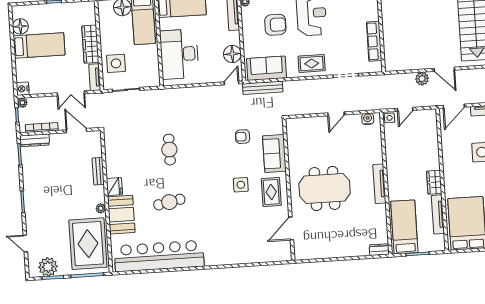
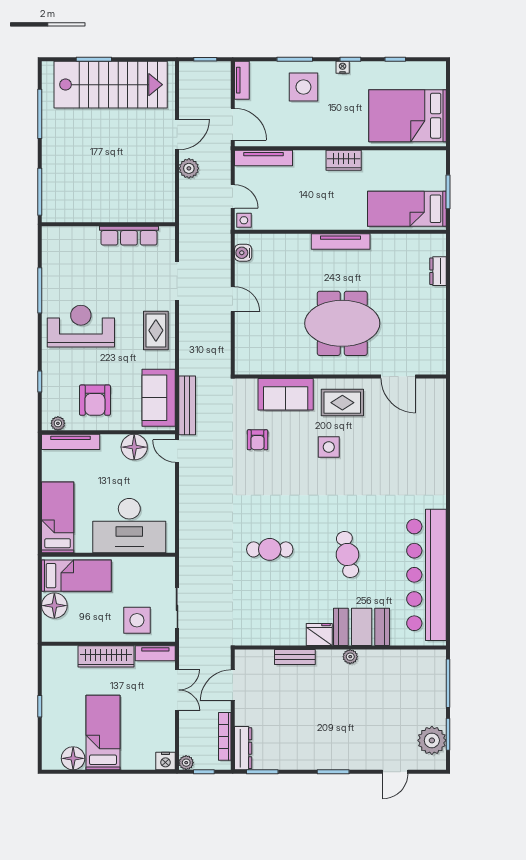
armchair: (275, 25) -> (95, 400), moved, turned 180
meeting table: (325, 188) -> (342, 323), turned 90
tv unit: (438, 214) -> (264, 158), moved
rug: (88, 244) -> (401, 679), removed
dresser: (379, 250) -> (438, 271), moved

